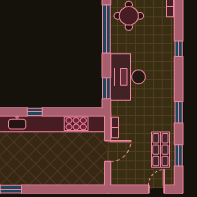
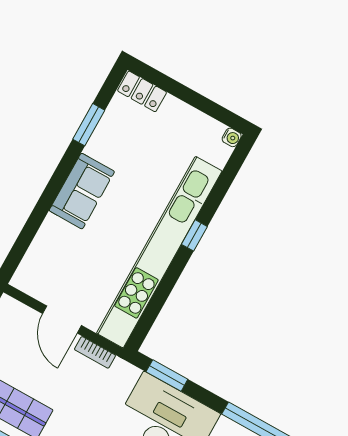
sofa: (43, 175) -> (82, 191), added

